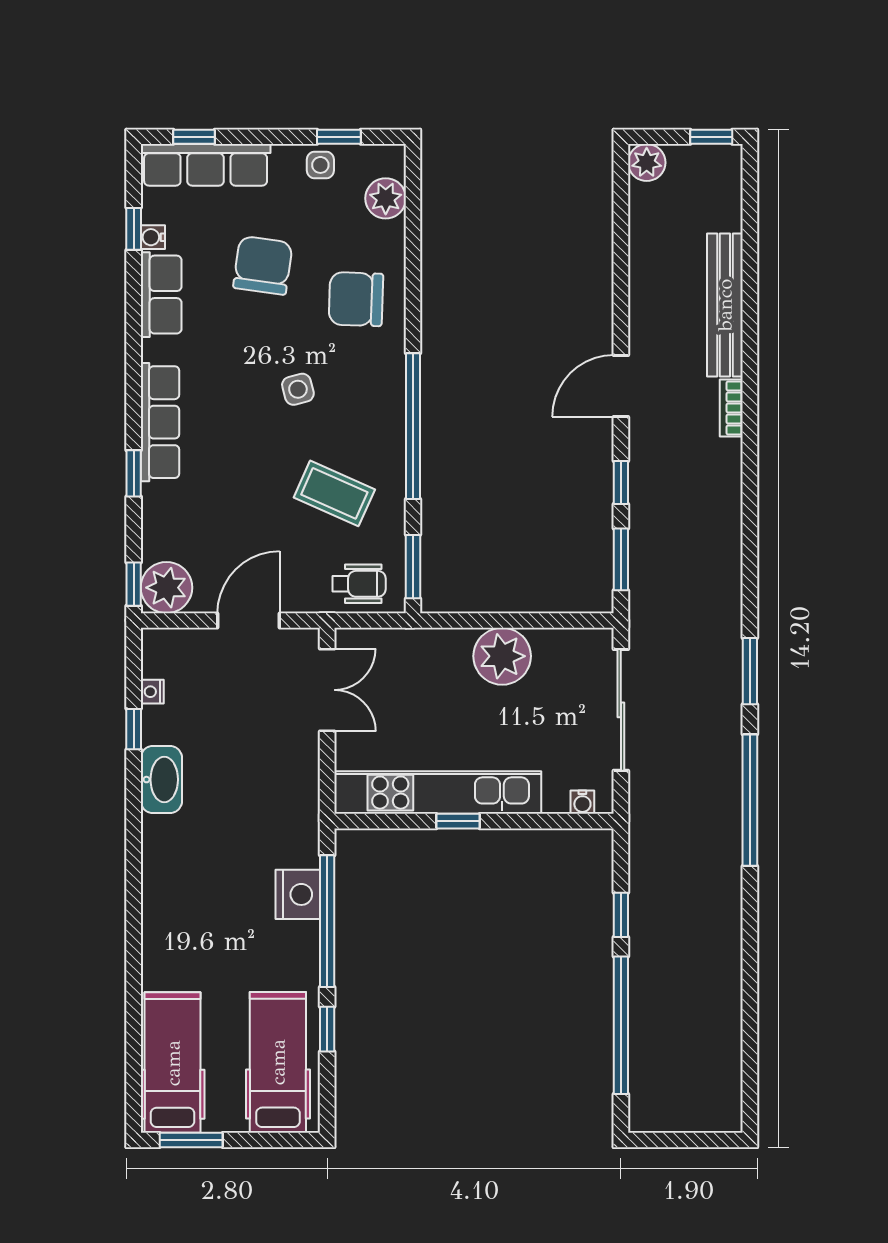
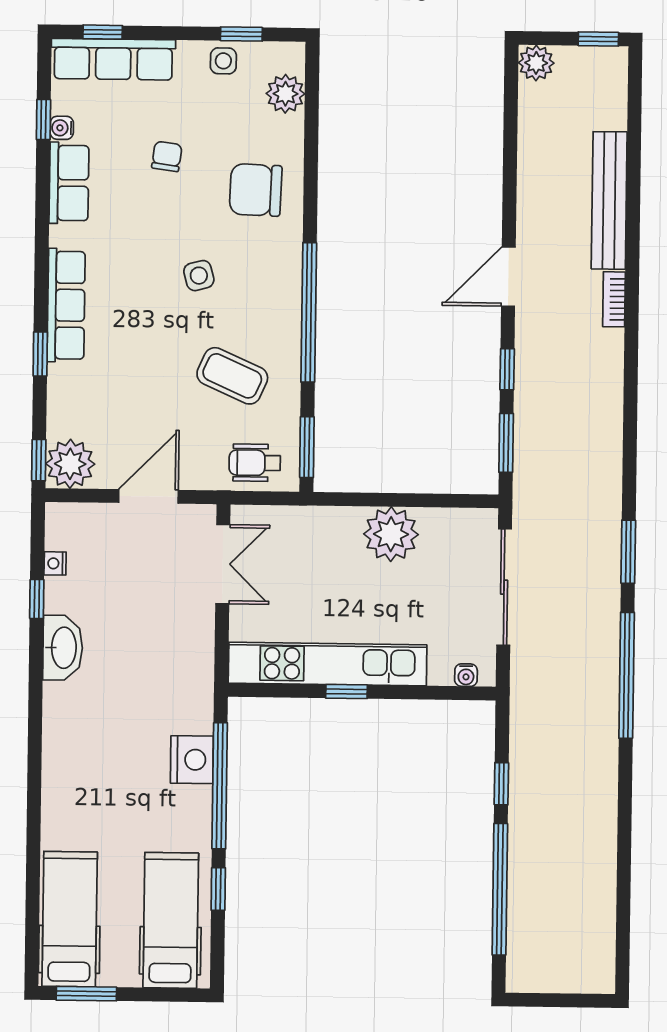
chair: (263, 265) -> (167, 156), width x0.54, depth x0.54
wheelchair: (359, 584) -> (255, 463), turned 180

